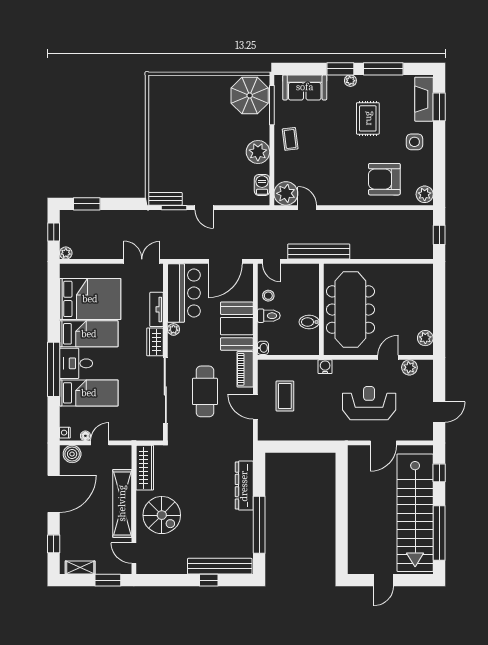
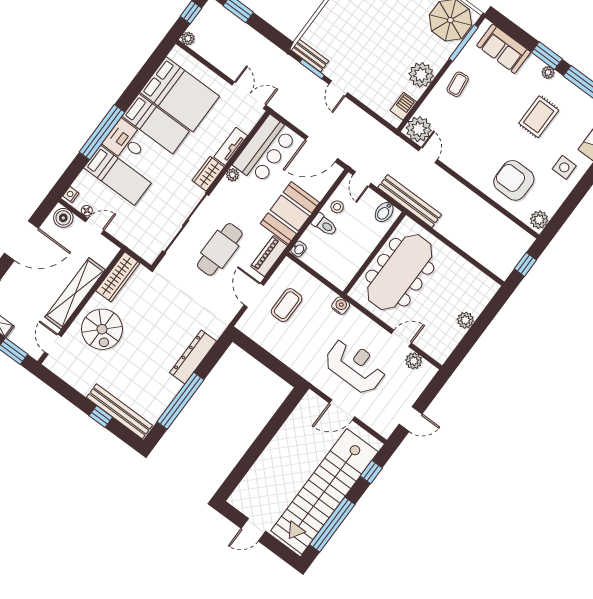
bidet: (309, 322) -> (384, 212), moved, turned -90
plant: (425, 338) -> (465, 320), moved

